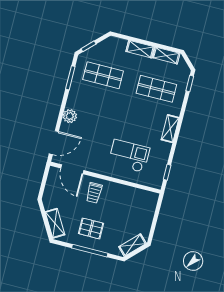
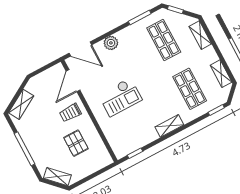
shelving: (140, 49) -> (200, 35), moved
checkout: (129, 156) -> (120, 97), moved, turned 90
pallet: (91, 228) -> (76, 143), moved

